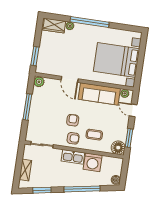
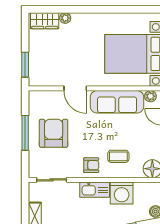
window: (90, 22) -> (90, 9), removed
plant: (39, 82) -> (35, 97), removed
armchair: (73, 120) -> (54, 133), moved, width x1.88, depth x1.88

